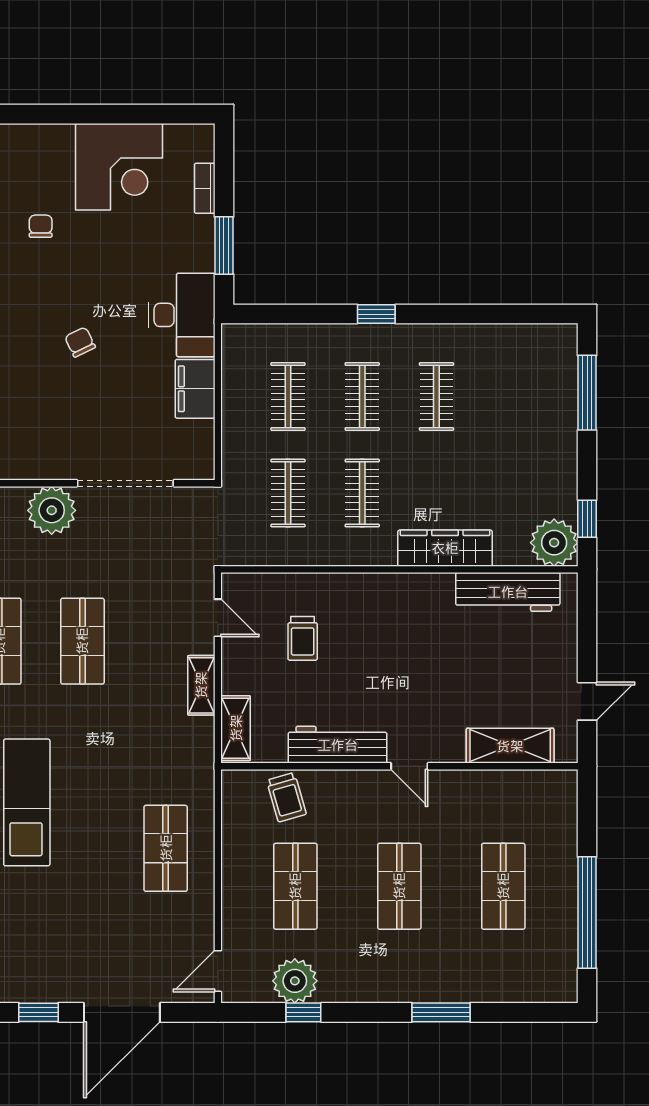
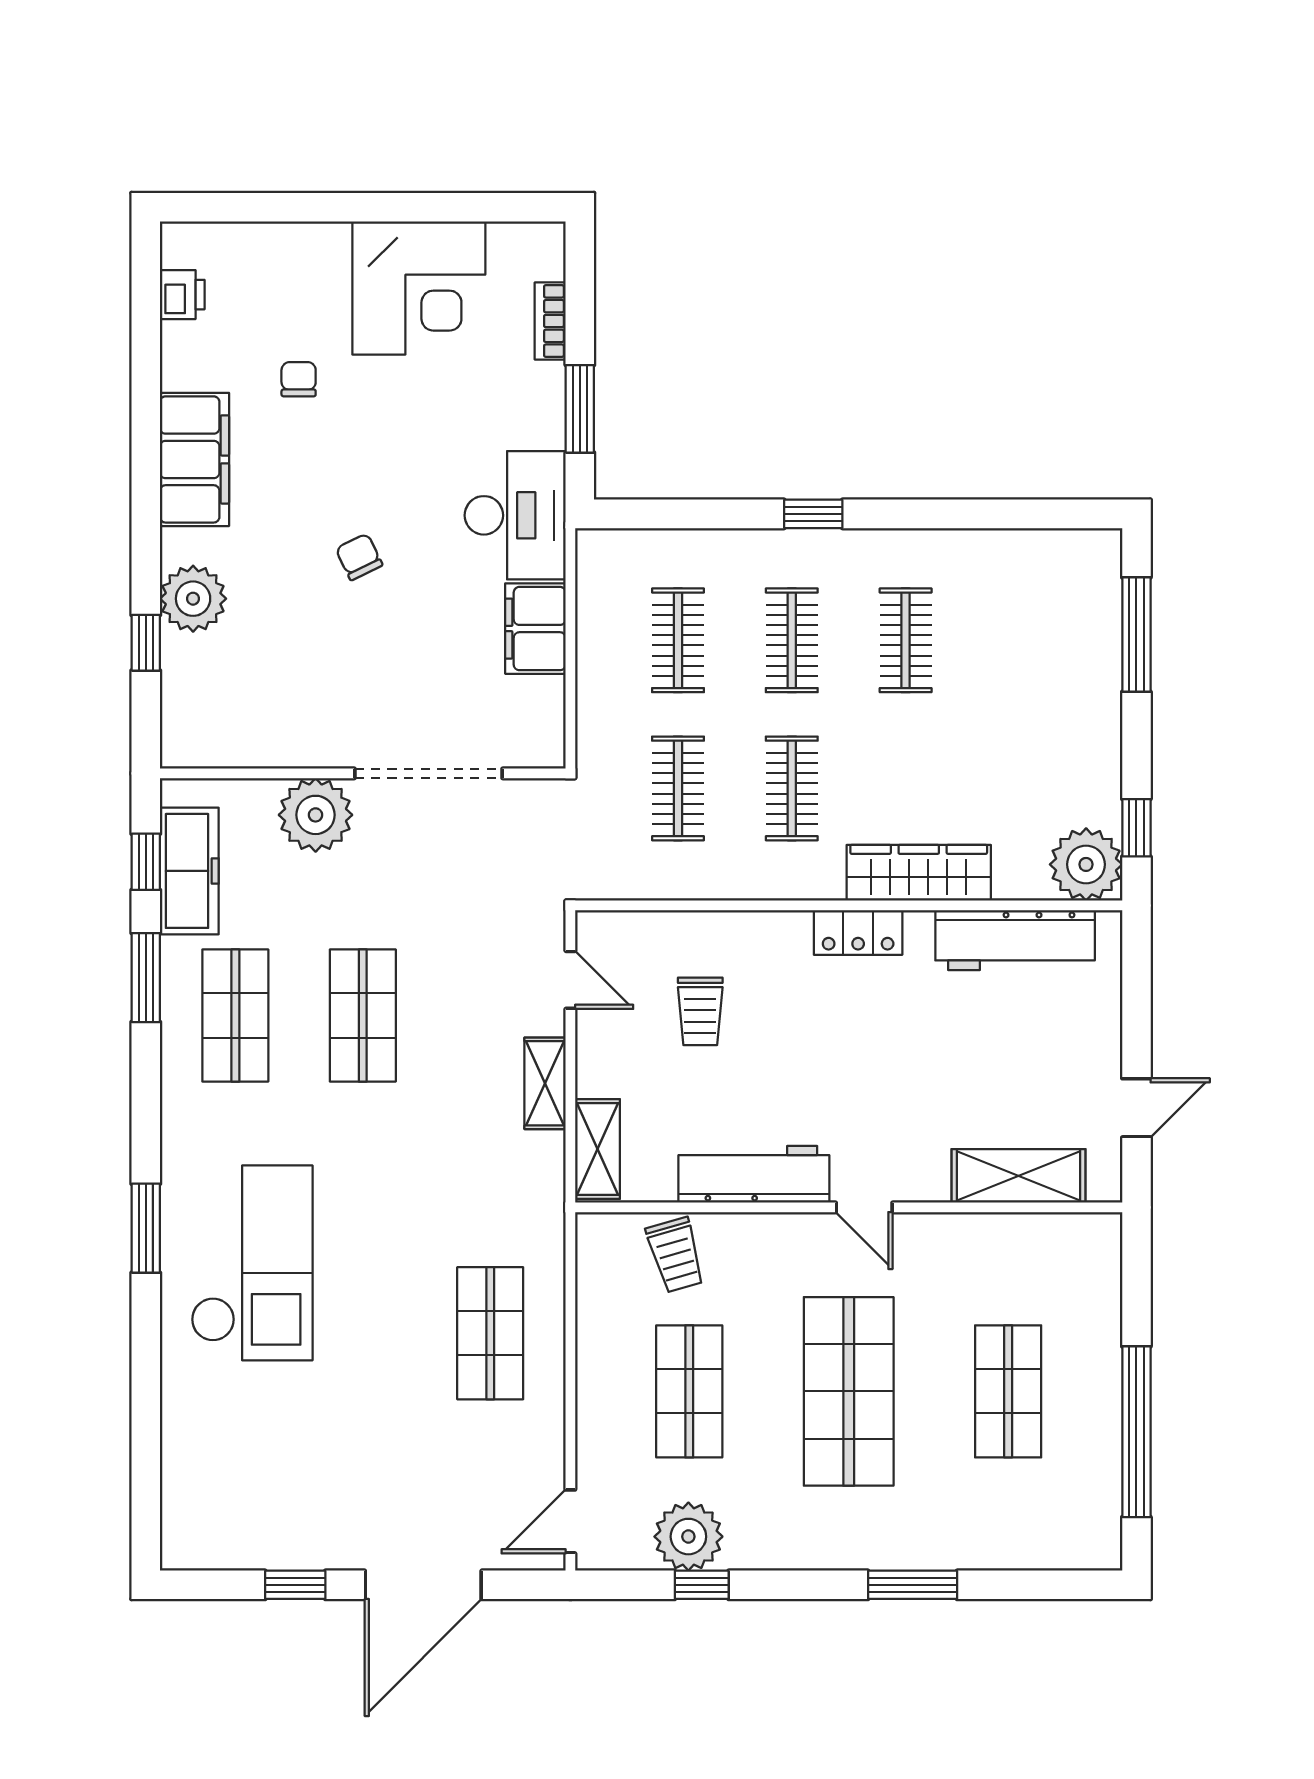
locker: (405, 587) -> (858, 933), added
shop shelf: (399, 886) -> (849, 1391), width x1.43, depth x1.36

